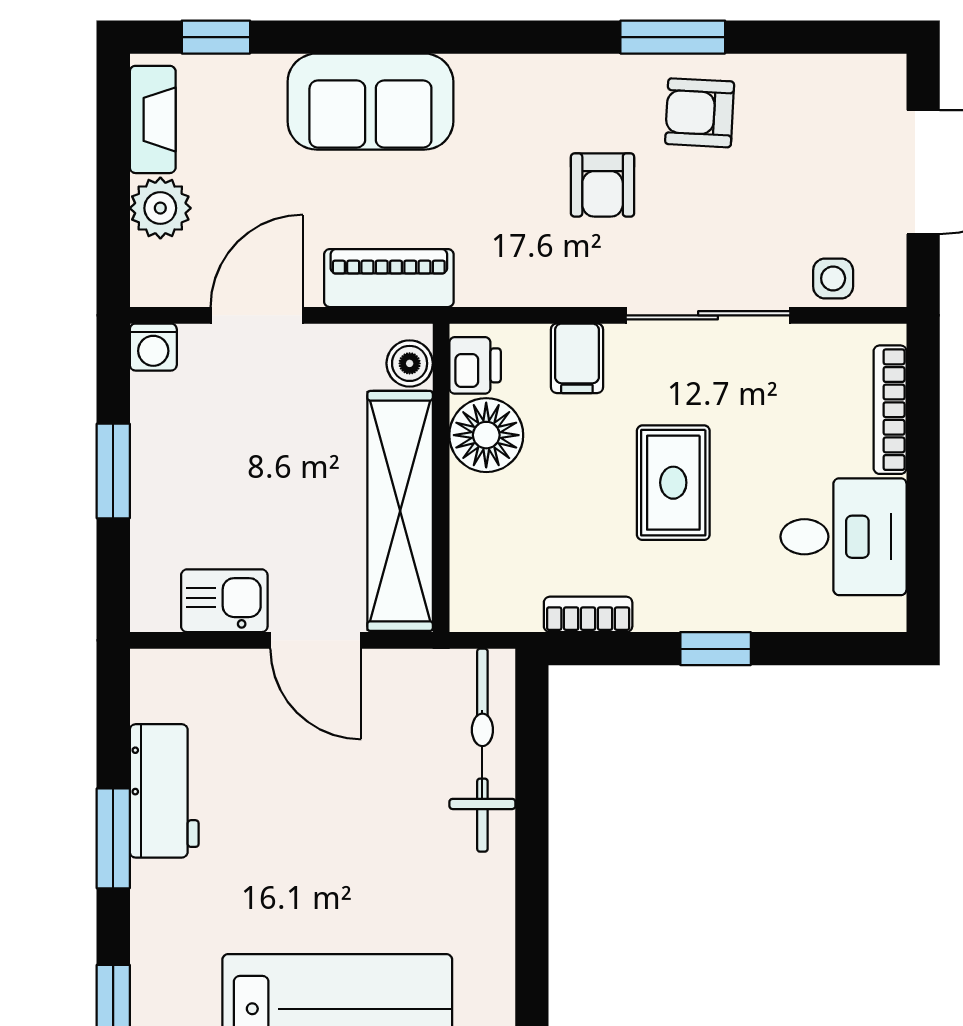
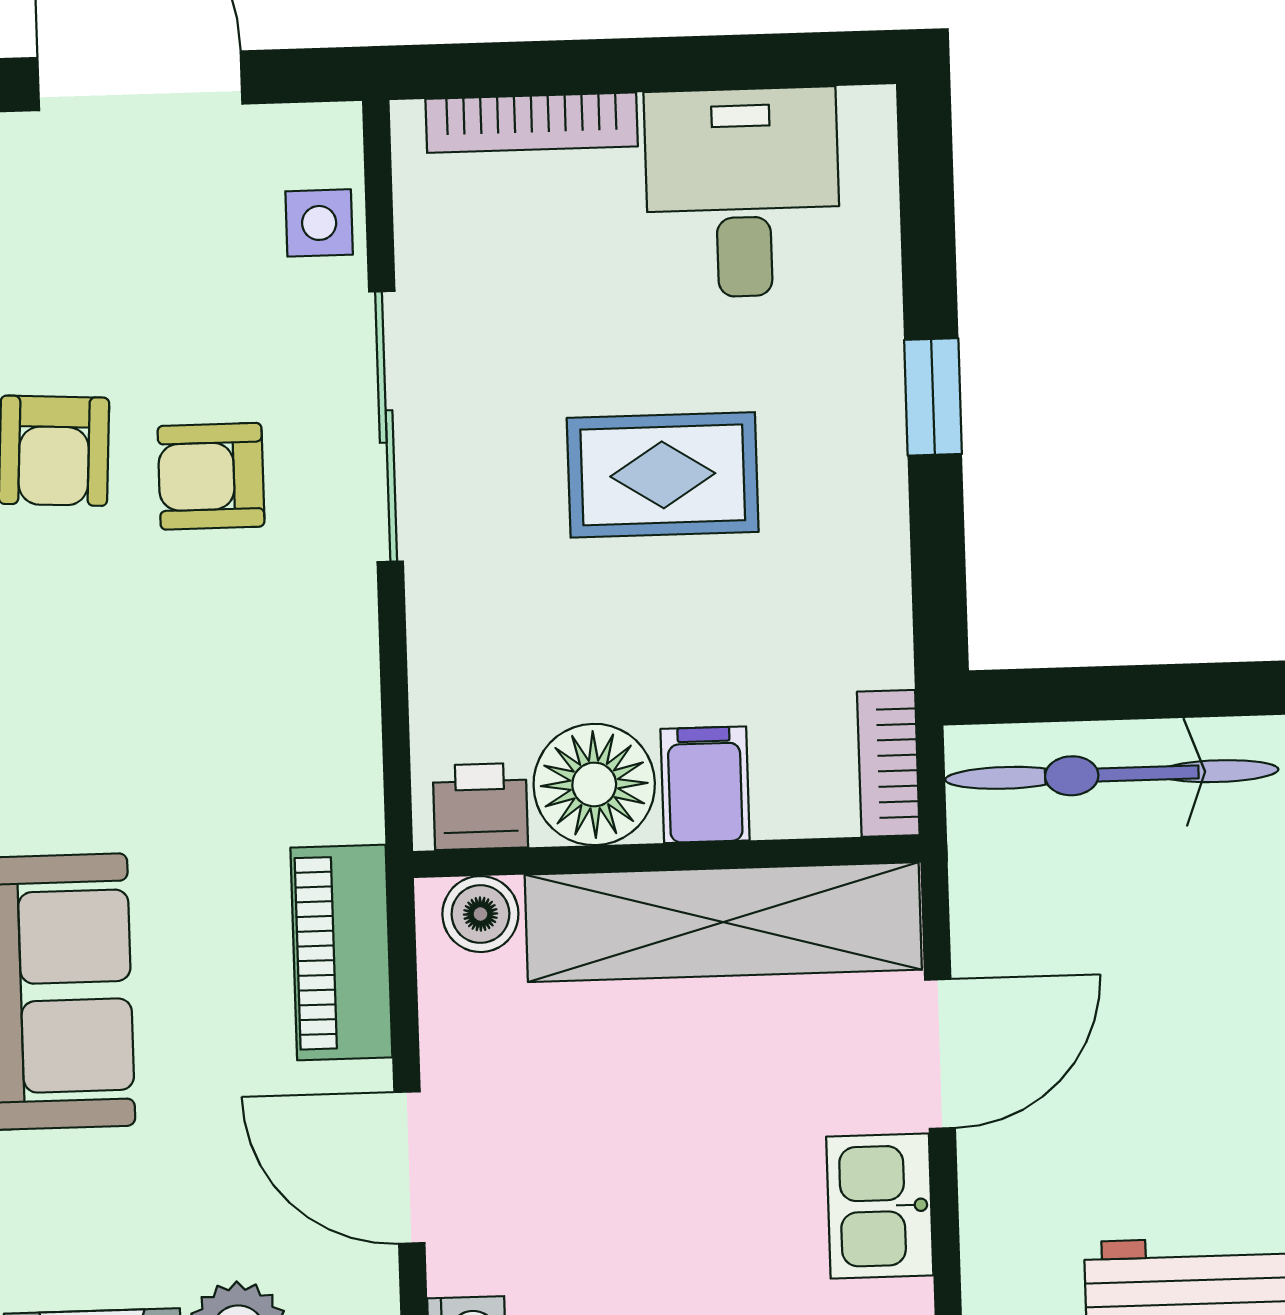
armchair: (603, 185) -> (211, 476), moved, turned 180
filing cabinet: (577, 358) -> (705, 785), moved, turned -90
bookcase: (588, 614) -> (888, 763), moved

